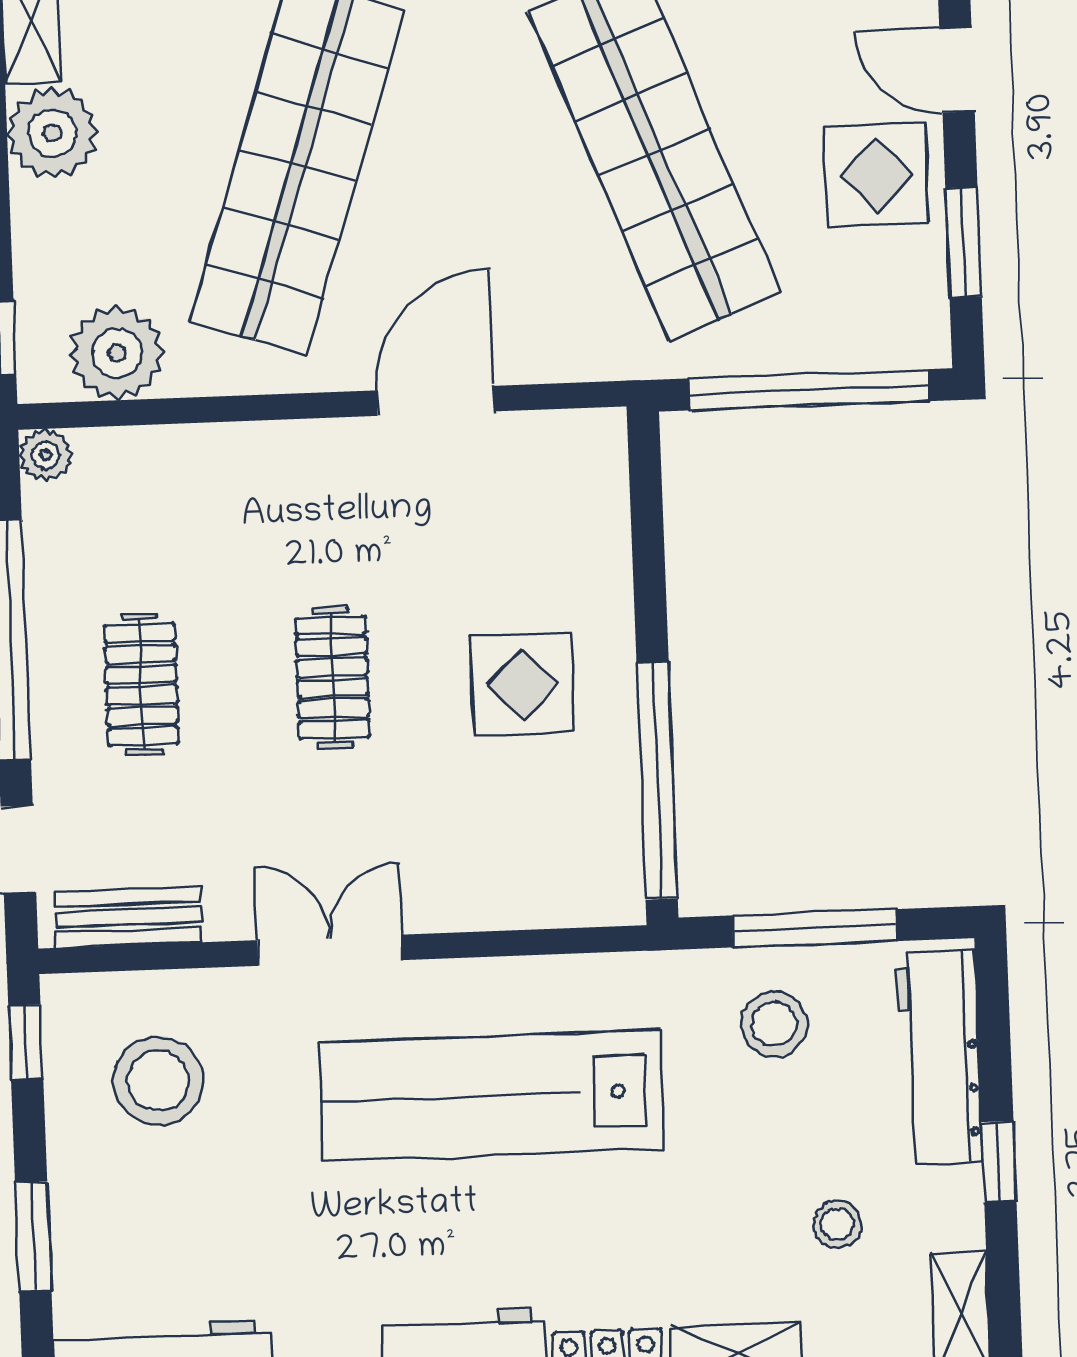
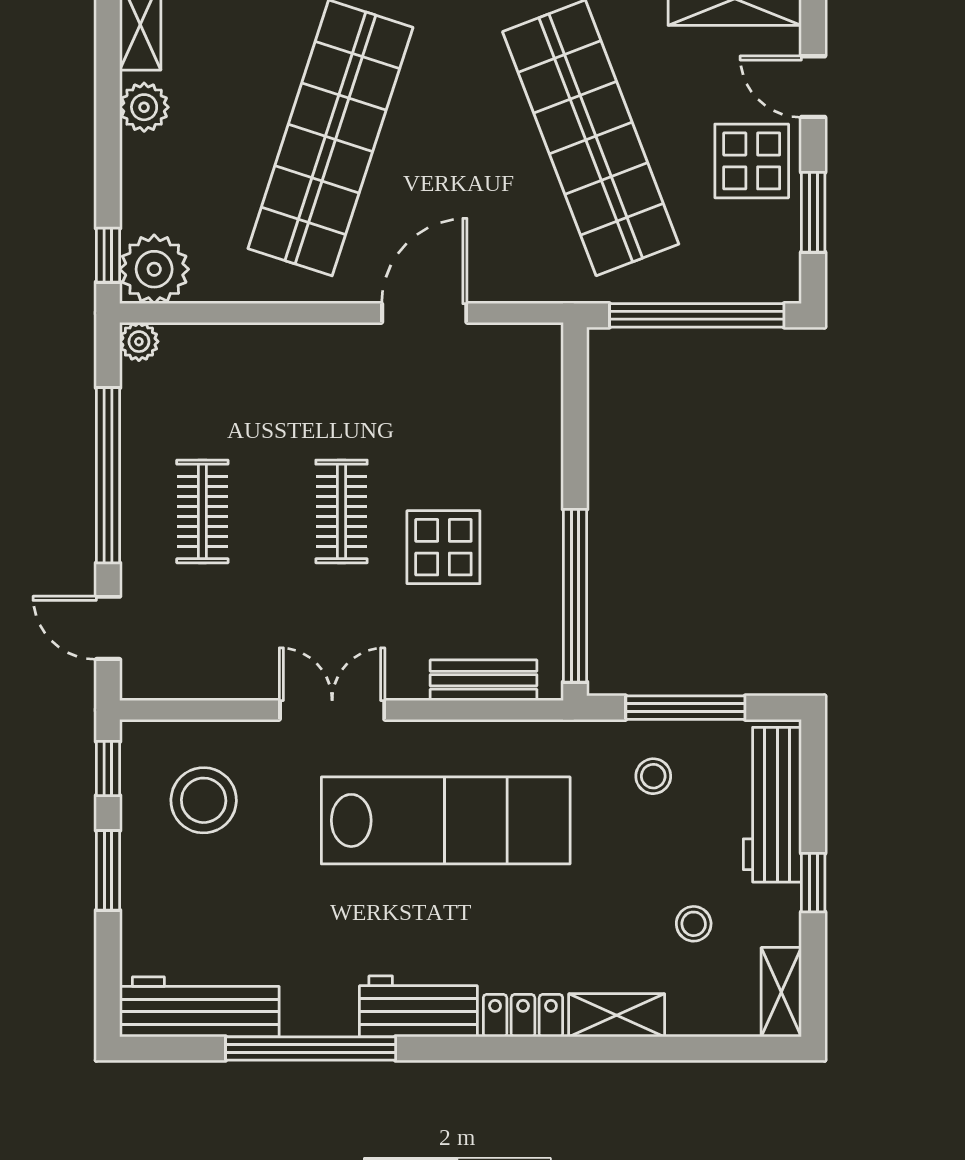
plant: (52, 133) -> (144, 107), width x0.73, depth x0.73
plant: (117, 353) -> (154, 269), moved
display table: (523, 685) -> (443, 547), moved
bench: (129, 917) -> (484, 680), moved
stool: (774, 1024) -> (653, 776), width x0.73, depth x0.73
lab bench: (492, 1096) -> (446, 820), turned 180
window: (33, 1237) -> (108, 870), moved

